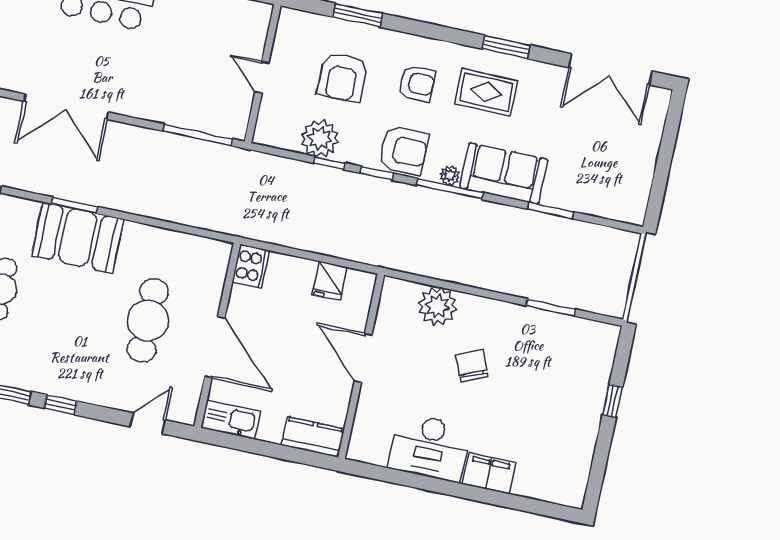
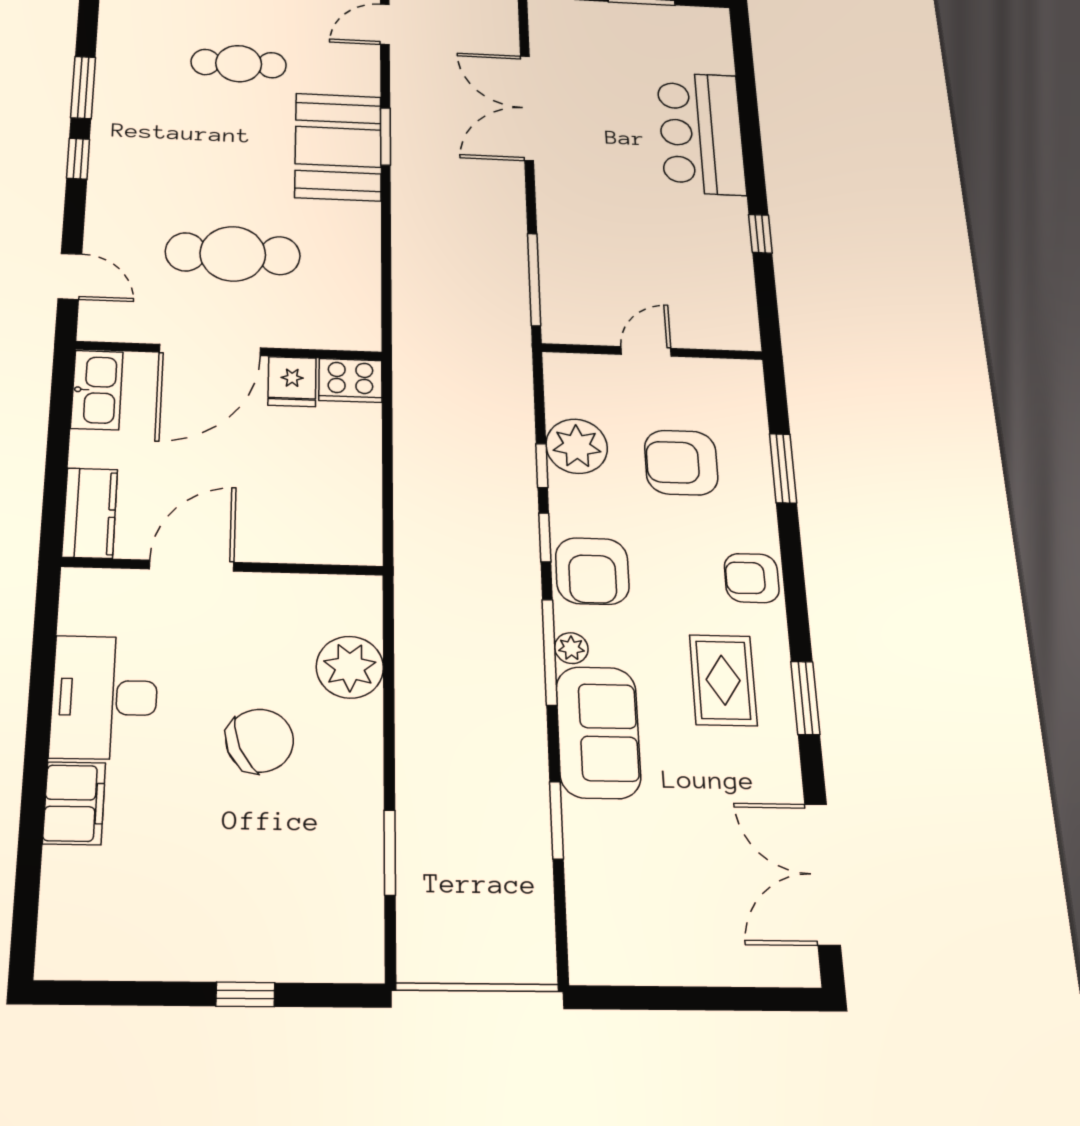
armchair: (417, 83) -> (752, 578), moved, turned 90
fridge: (330, 281) -> (292, 382), moved, turned -90
door: (363, 358) -> (192, 566), moved
chair: (472, 366) -> (260, 741), width x1.37, depth x1.37

